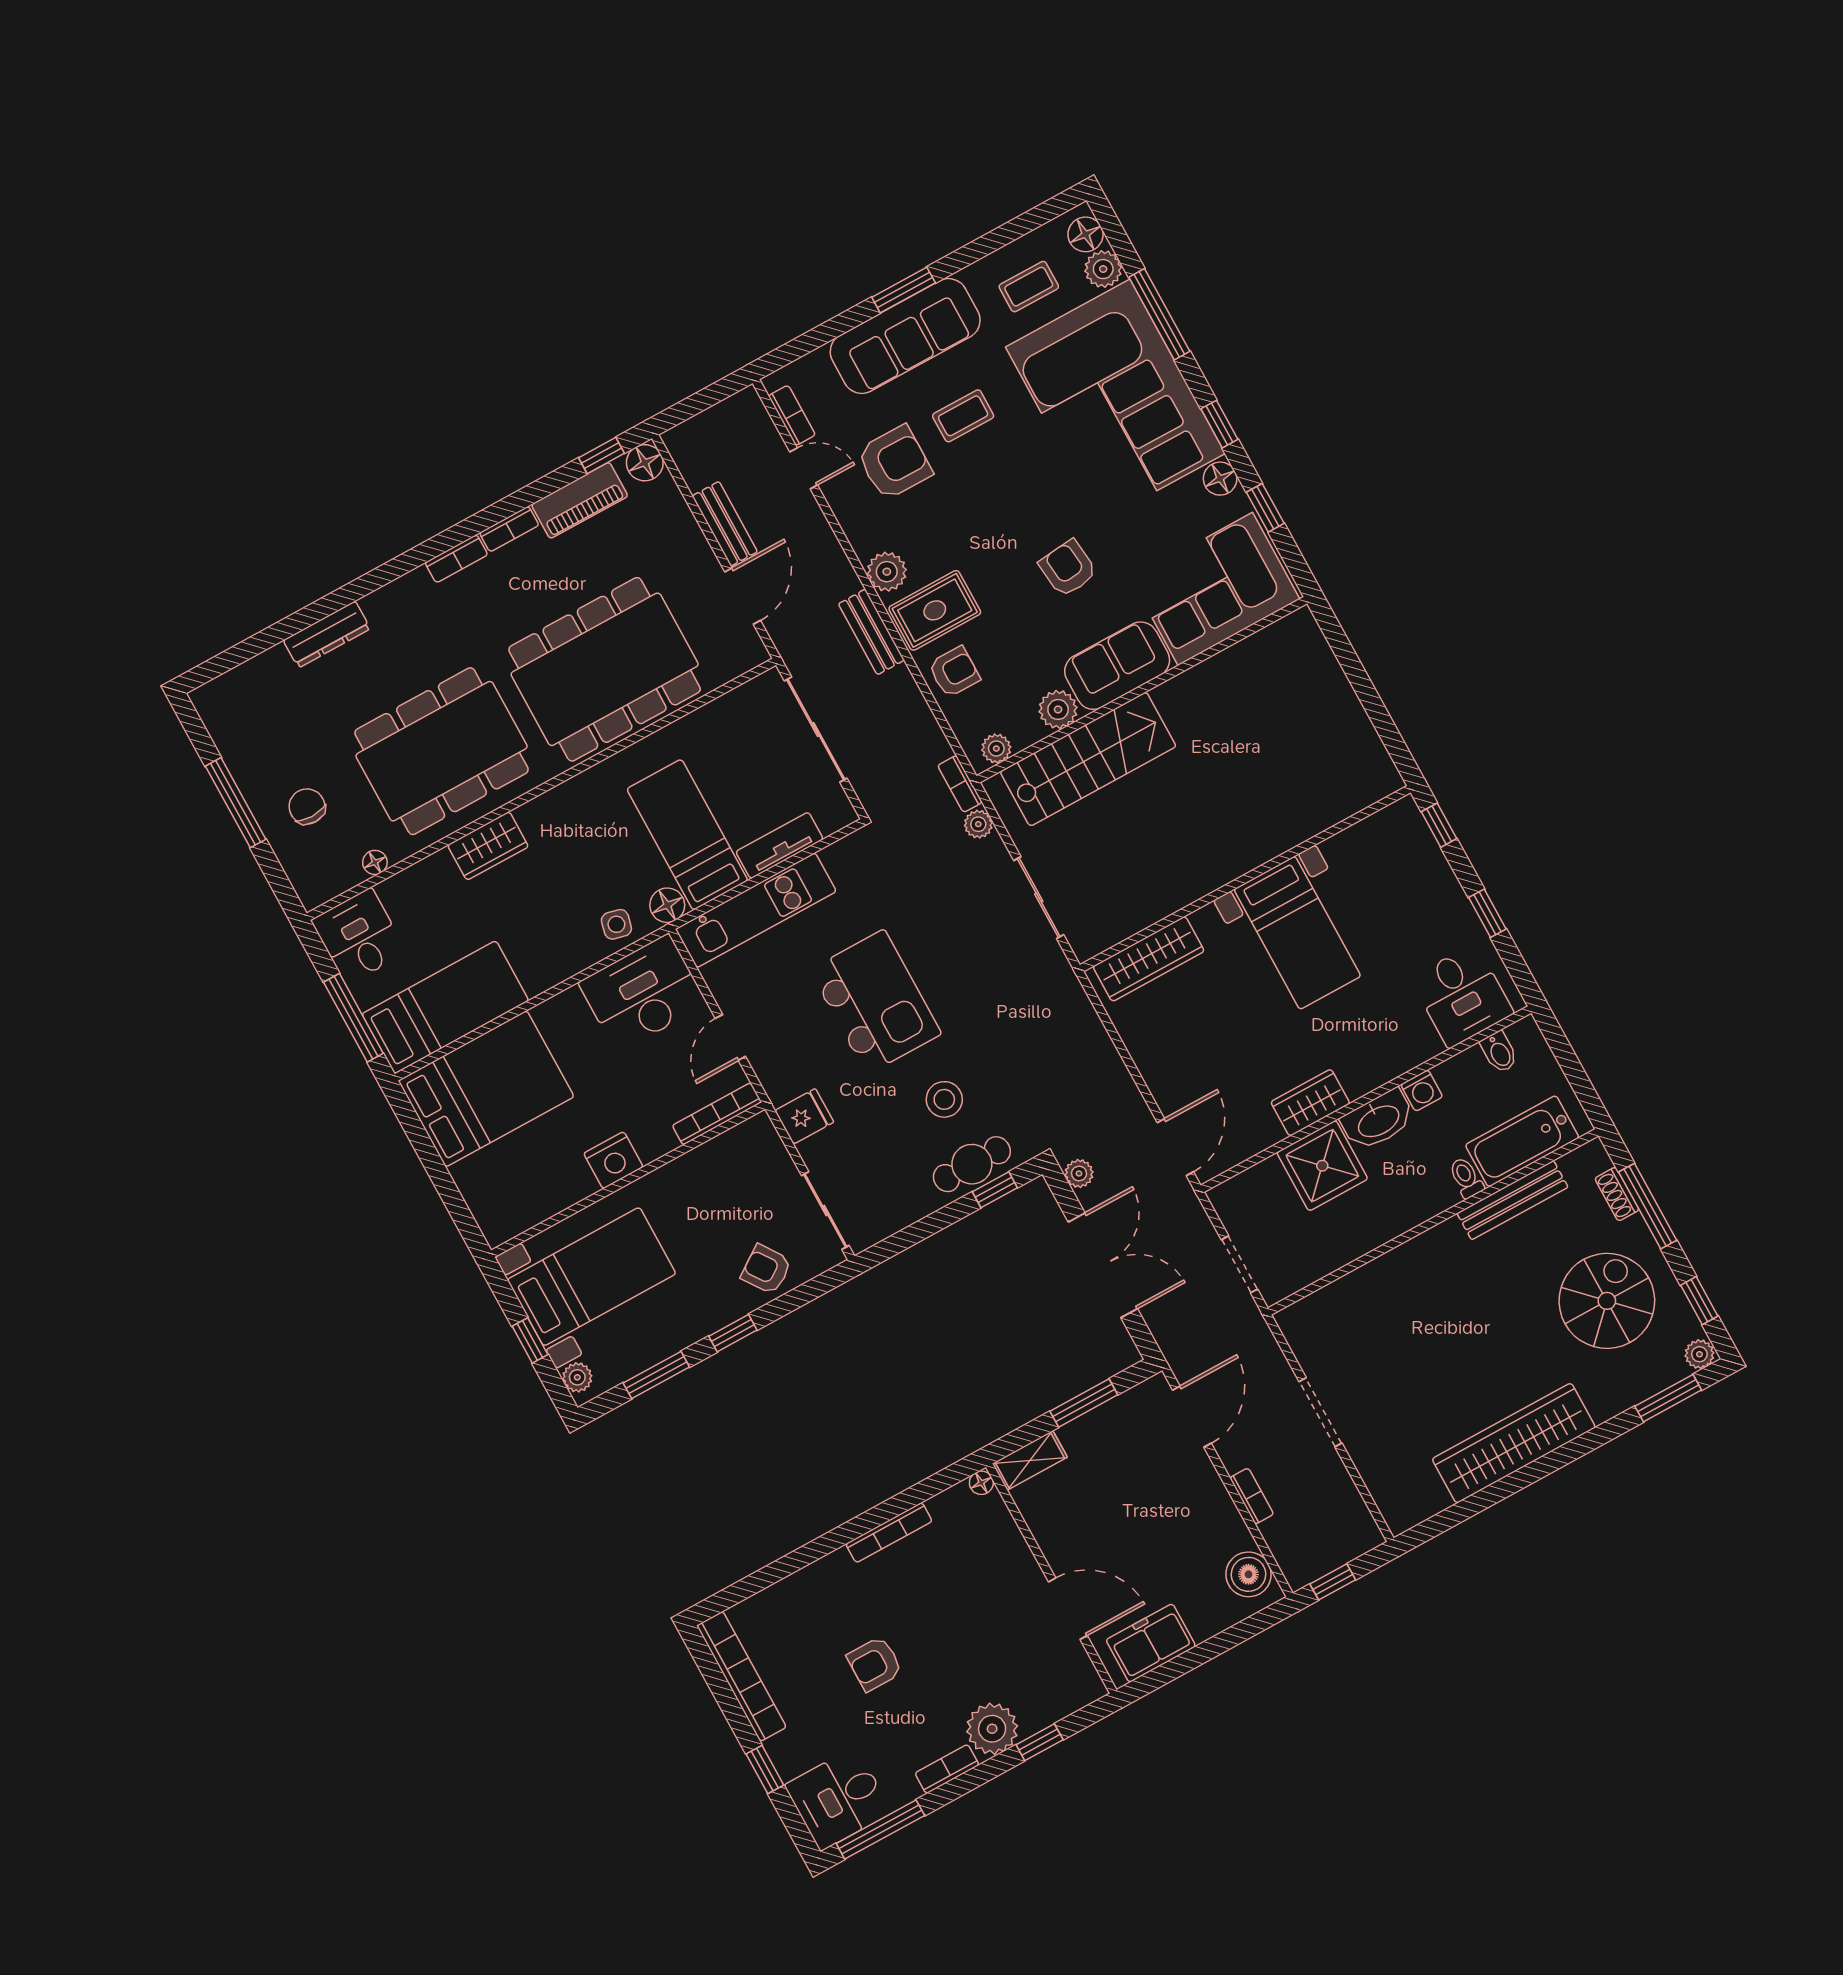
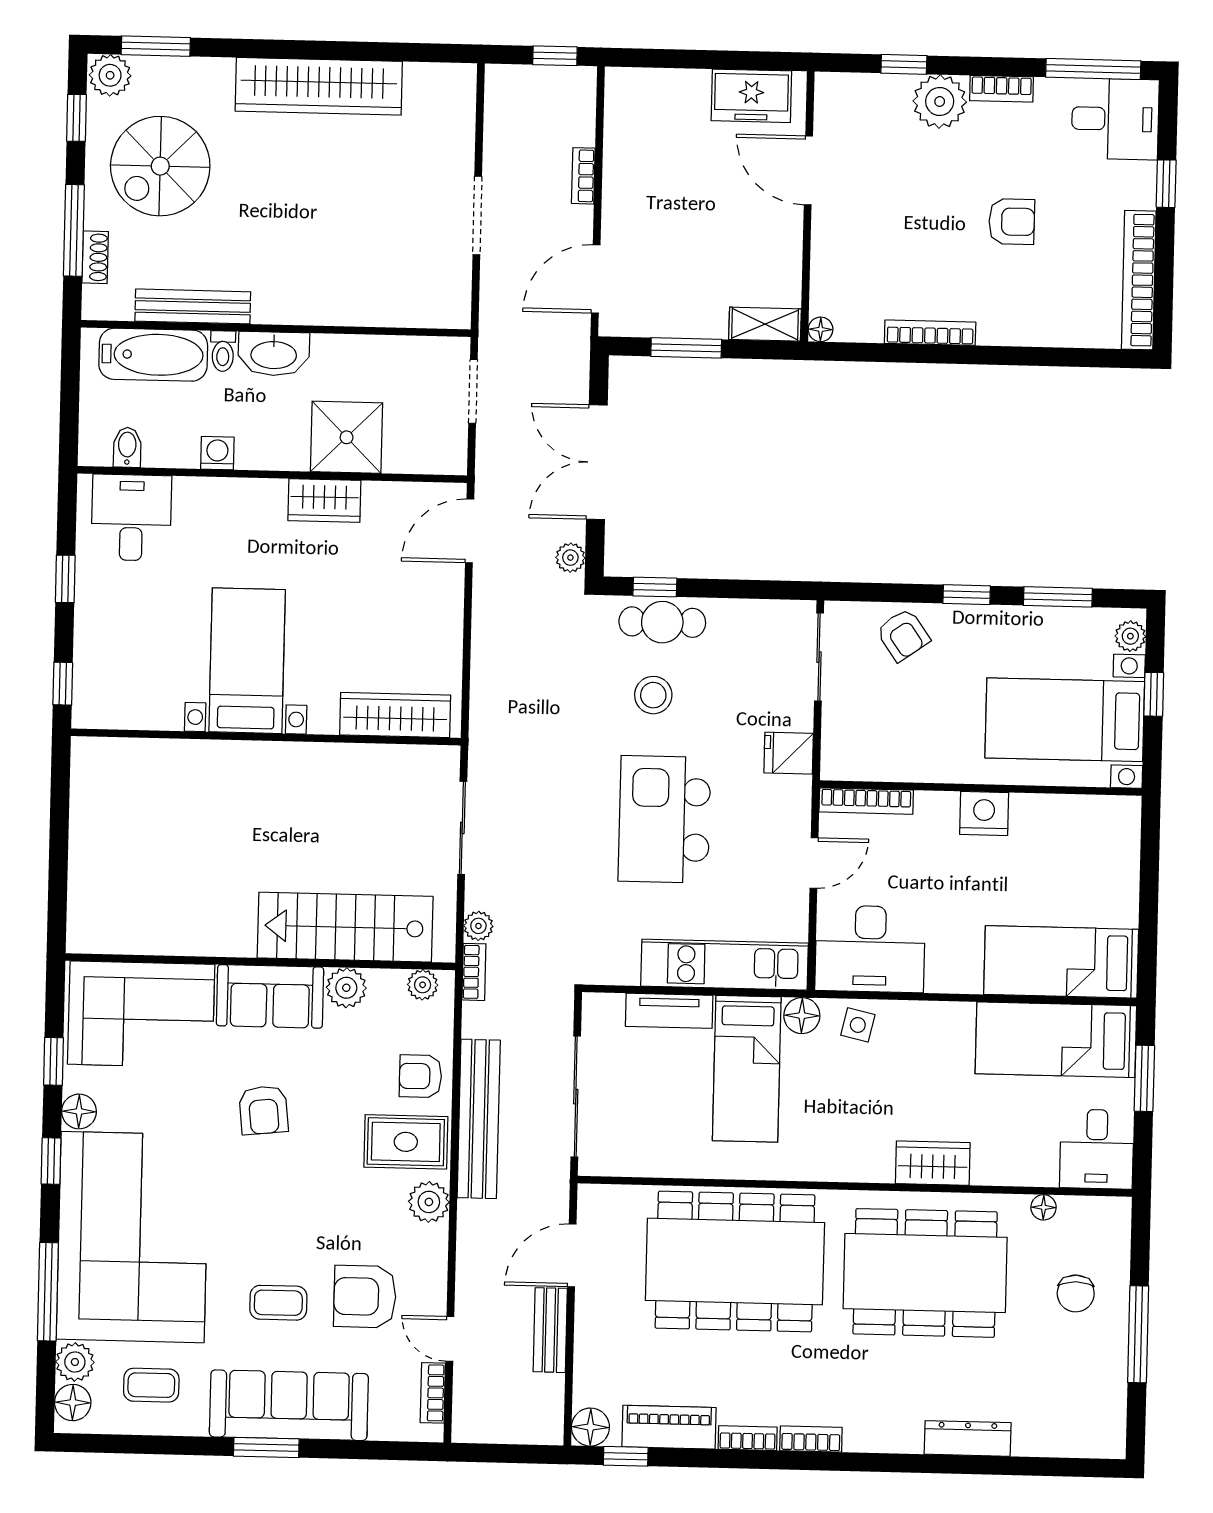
bench: (871, 632) -> (479, 1119), width x1.86, depth x1.21
window: (353, 1018) -> (1144, 1078), width x0.69
bed: (486, 1089) -> (1061, 962), width x0.67
washbasin: (1378, 1120) -> (274, 354), moved, turned 180
plant: (1699, 1354) -> (110, 75), width x1.38, depth x1.38
boiler: (1248, 1574) -> (627, 107), removed

